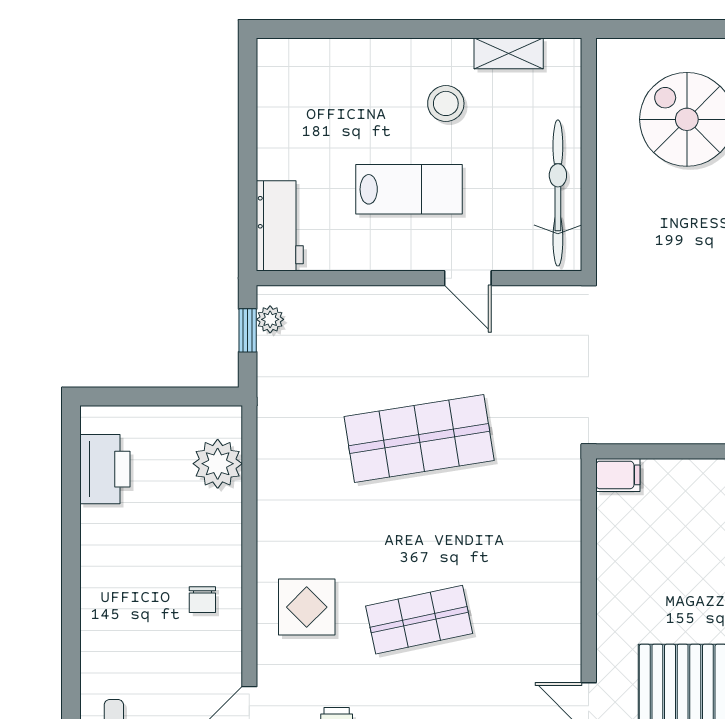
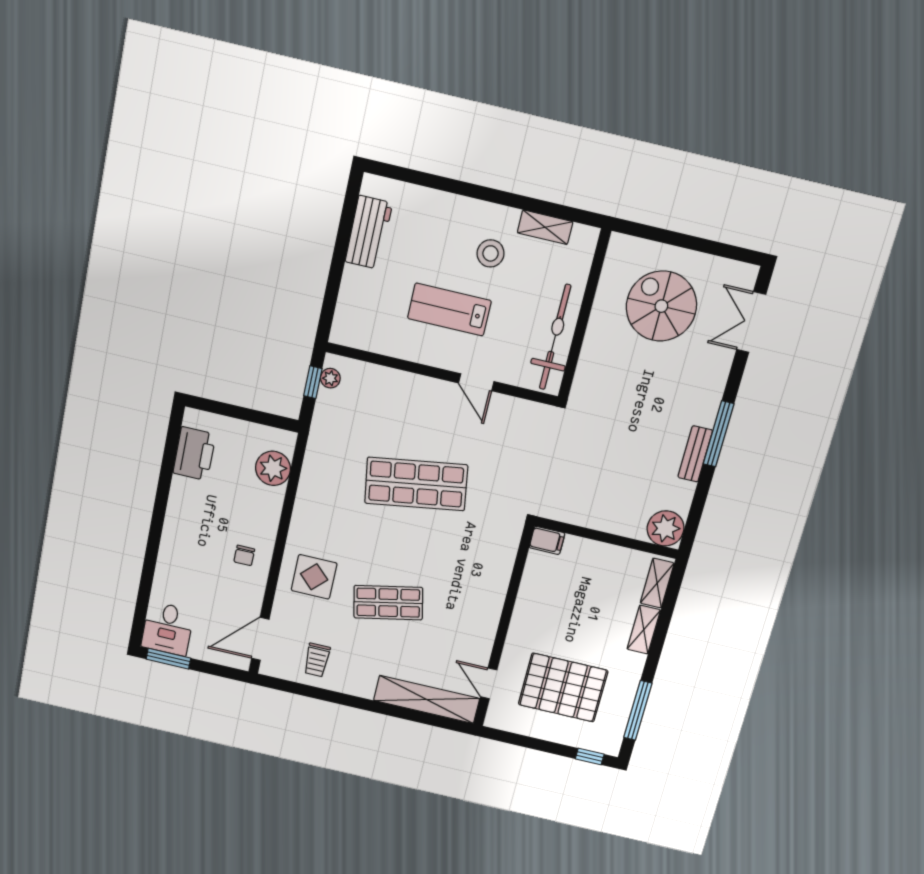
lab bench: (409, 189) -> (449, 309), turned 180
workbench: (280, 226) -> (369, 232), moved

